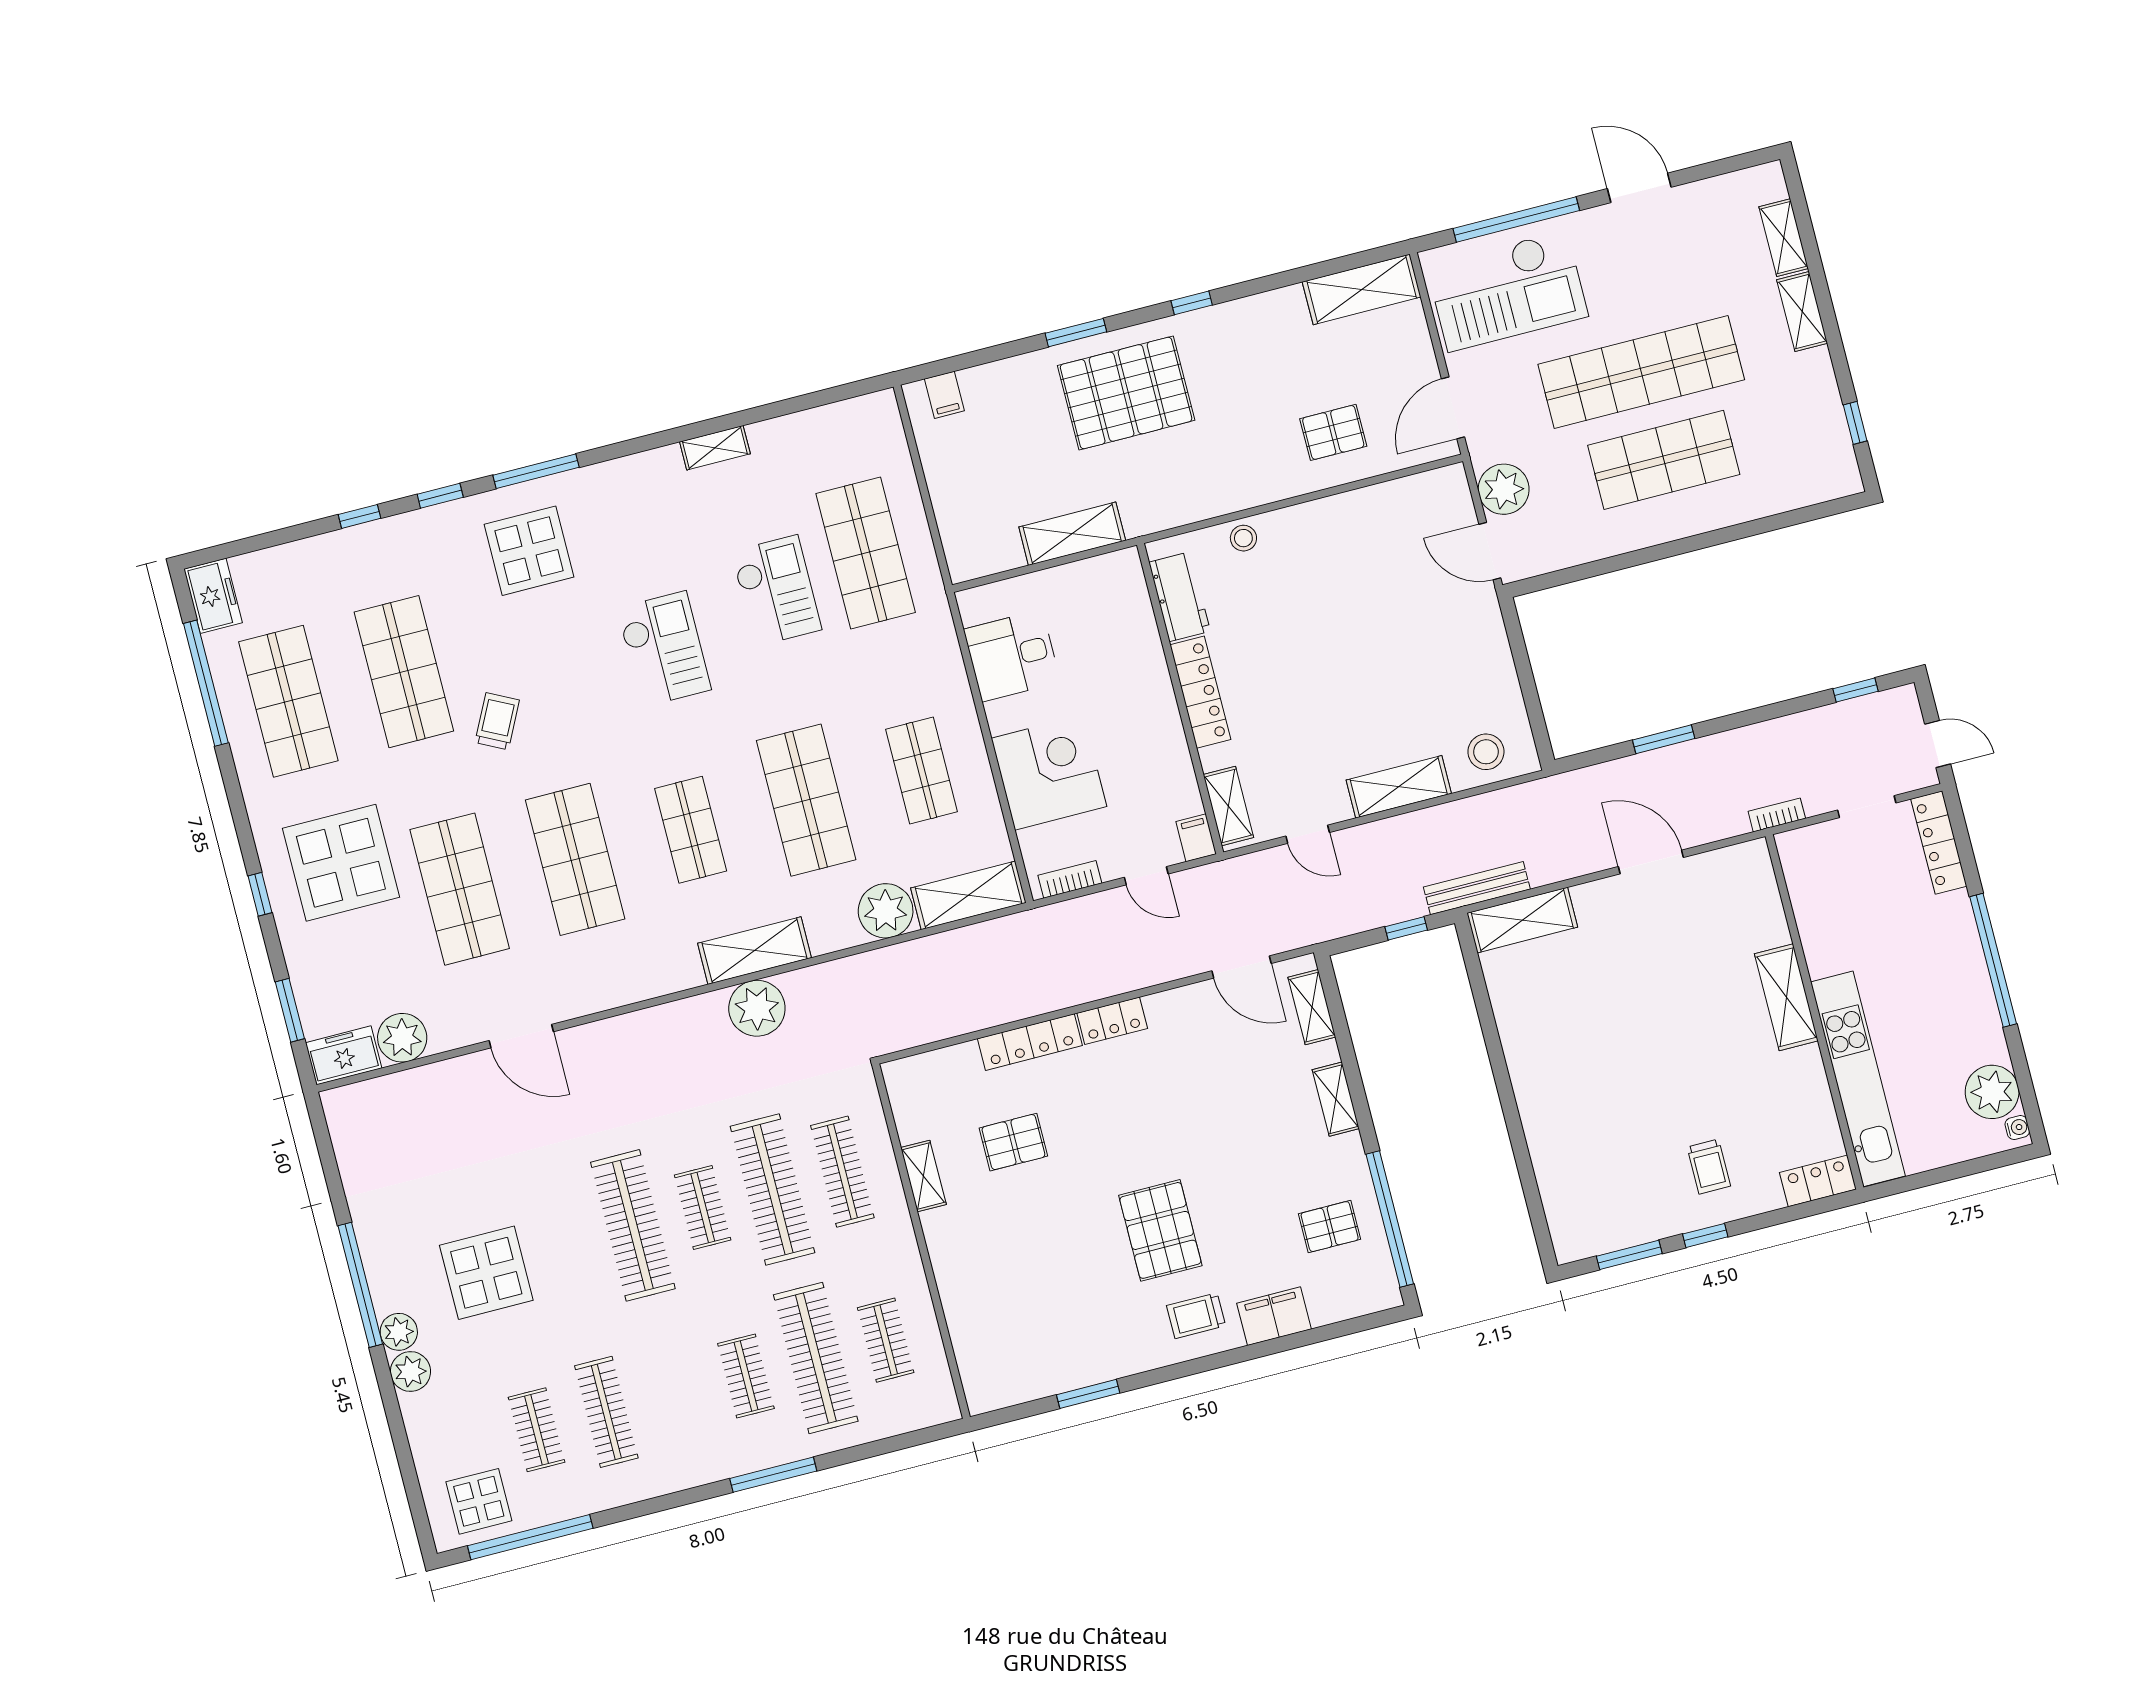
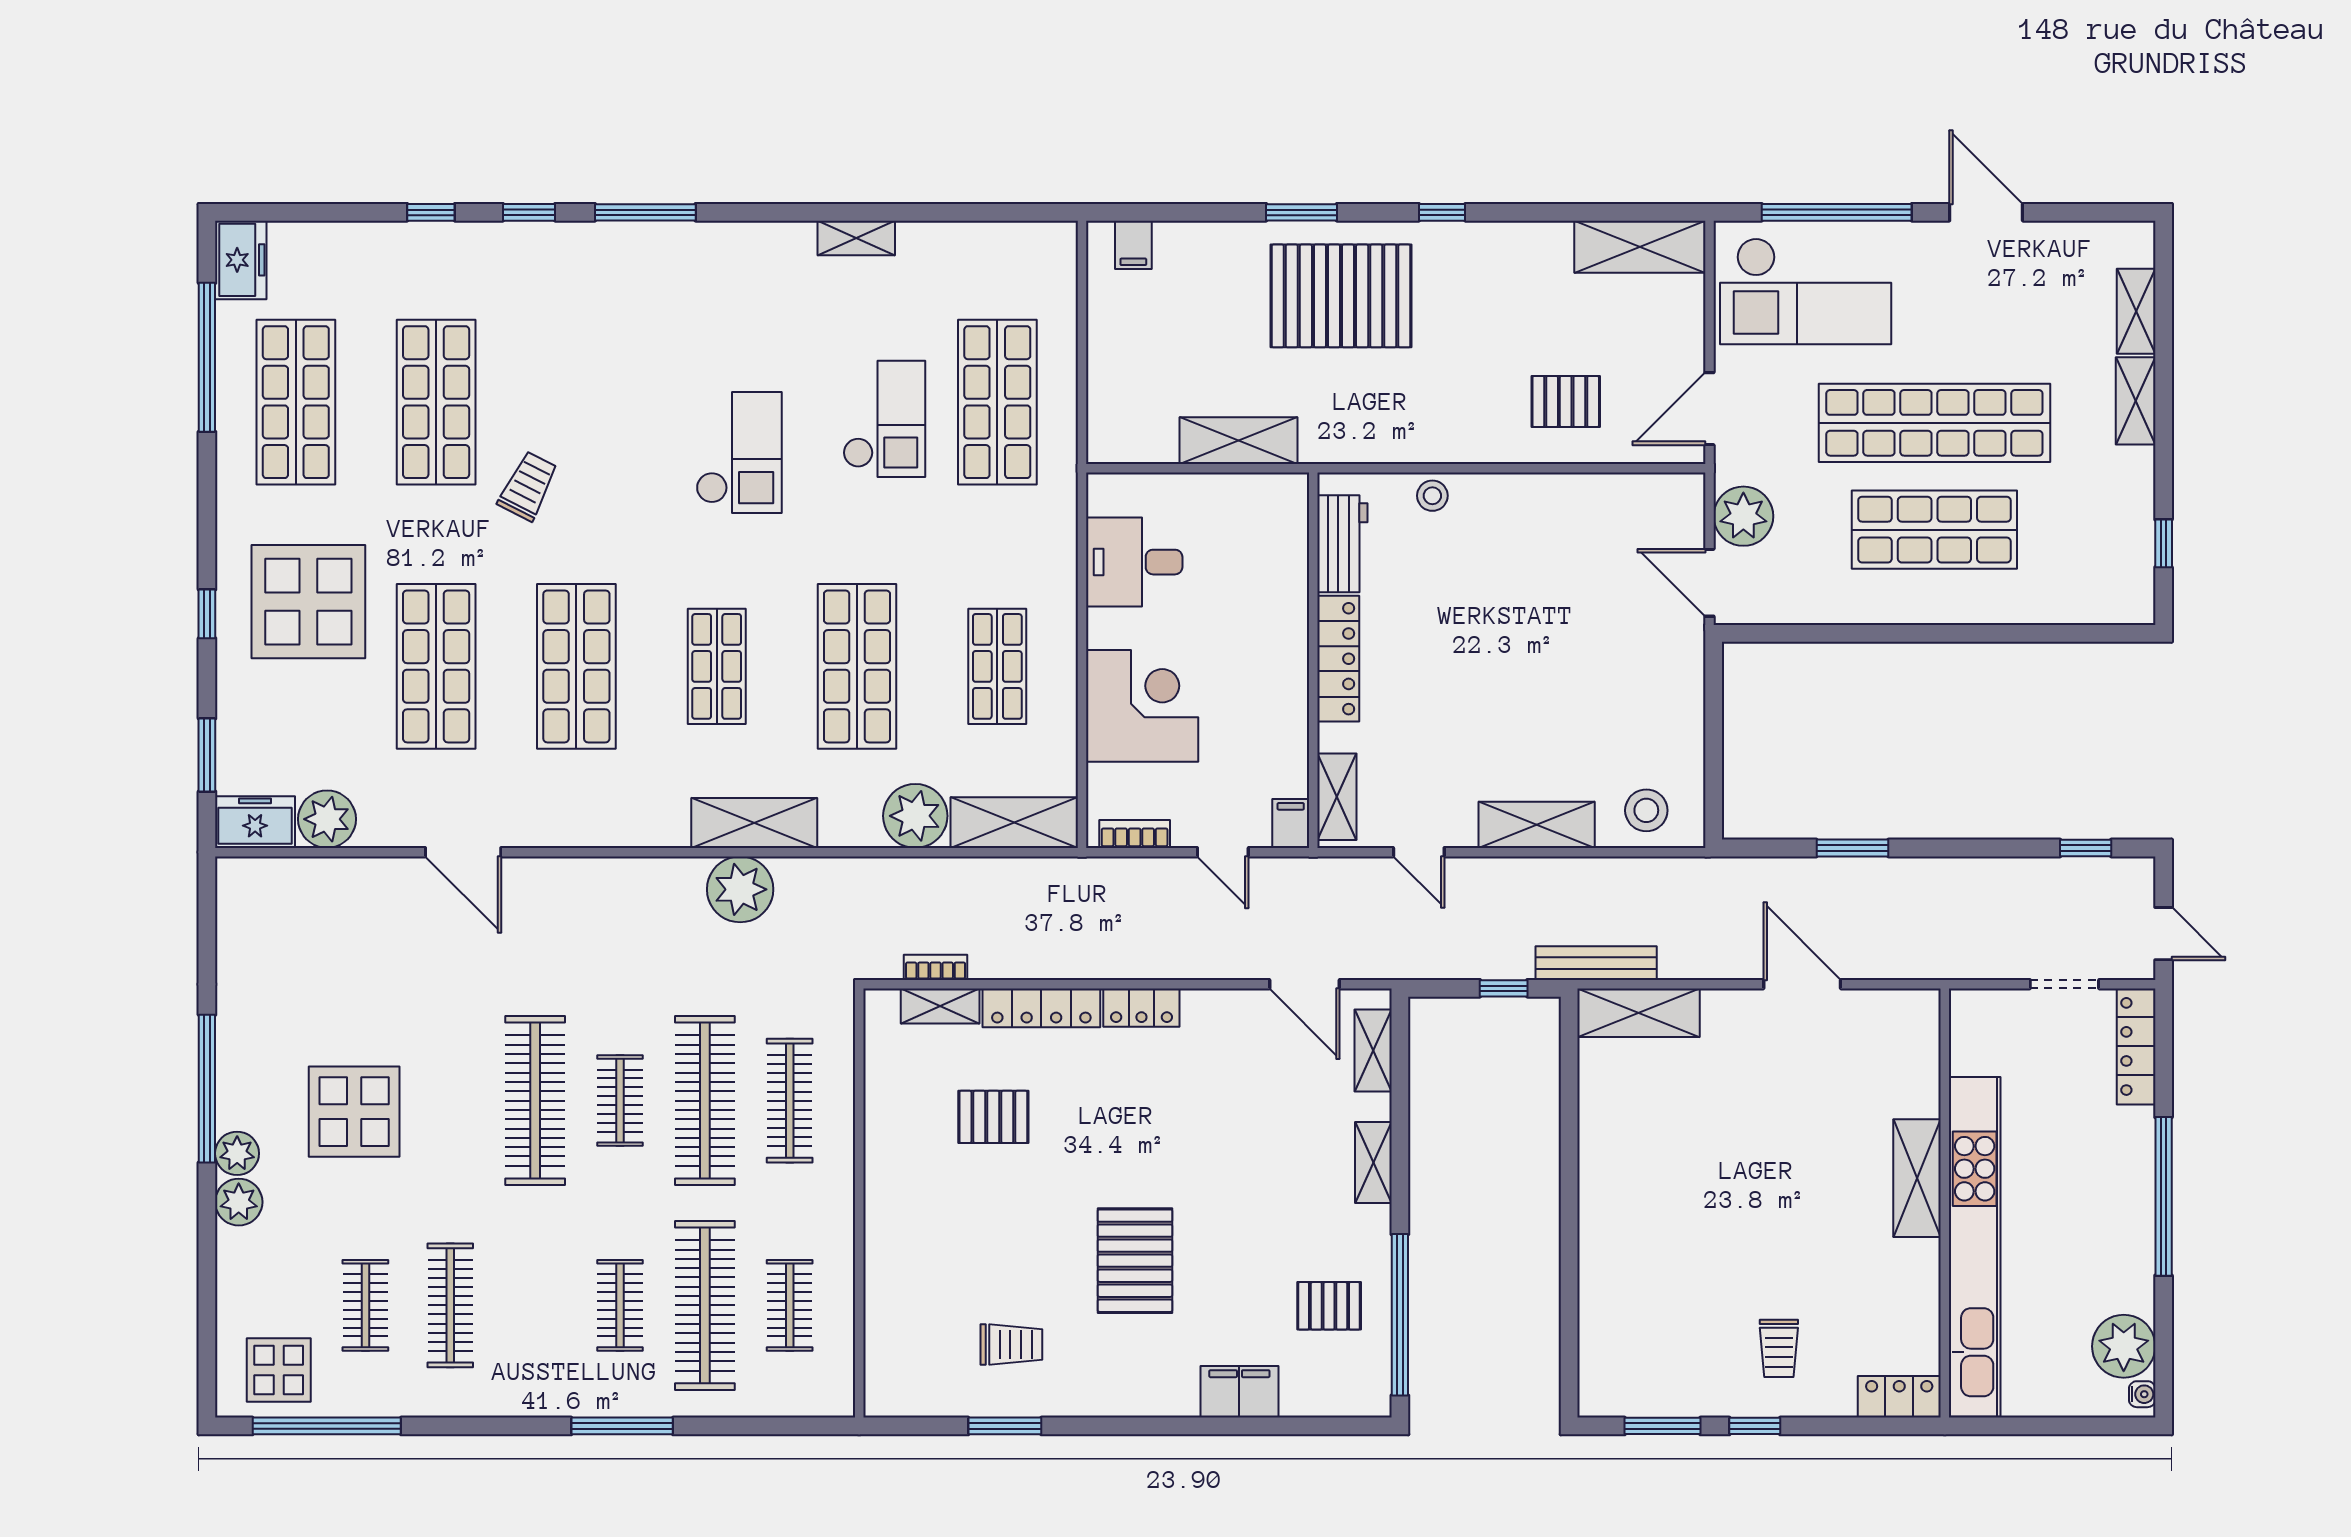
display table: (529, 551) -> (614, 301), removed
bookcase: (1777, 815) -> (936, 967), moved
kitchen unit: (1858, 1079) -> (1975, 1247), width x1.36
shelving: (924, 1176) -> (940, 1006), moved, turned 90
trolley: (1196, 1316) -> (1011, 1345), moved, turned 180

